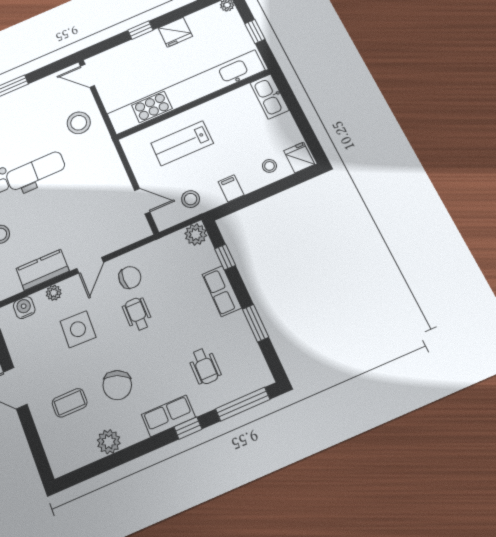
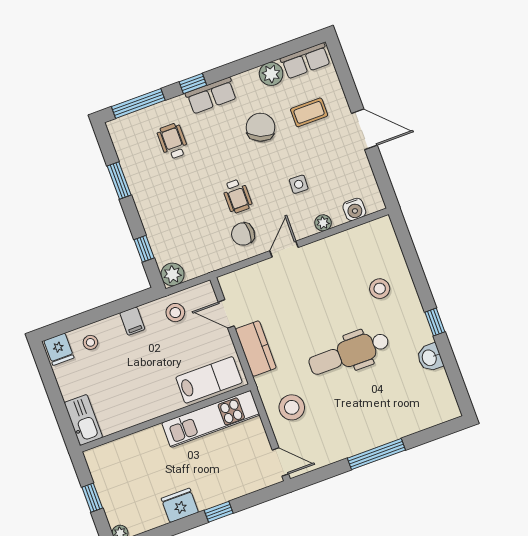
kitchen unit: (186, 92) -> (211, 419), width x0.54
lab bench: (182, 143) -> (209, 380), moved
kitchen counter: (43, 270) -> (256, 349), moved, turned -90
row of seats: (222, 291) -> (305, 61), moved, turned 90
side table: (78, 329) -> (299, 184), width x0.54, depth x0.54

